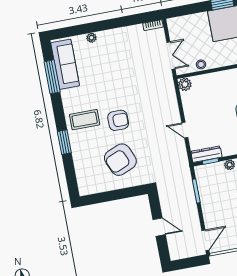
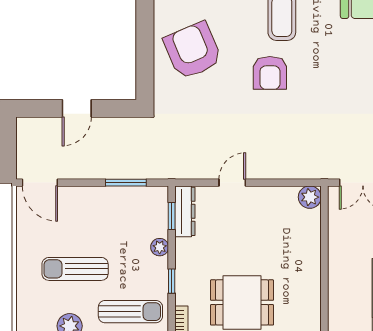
stool: (201, 64) -> (338, 231), removed
armchair: (120, 160) -> (193, 51), moved

